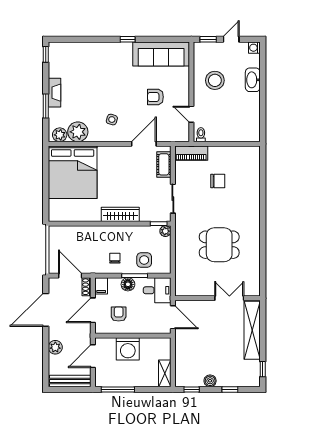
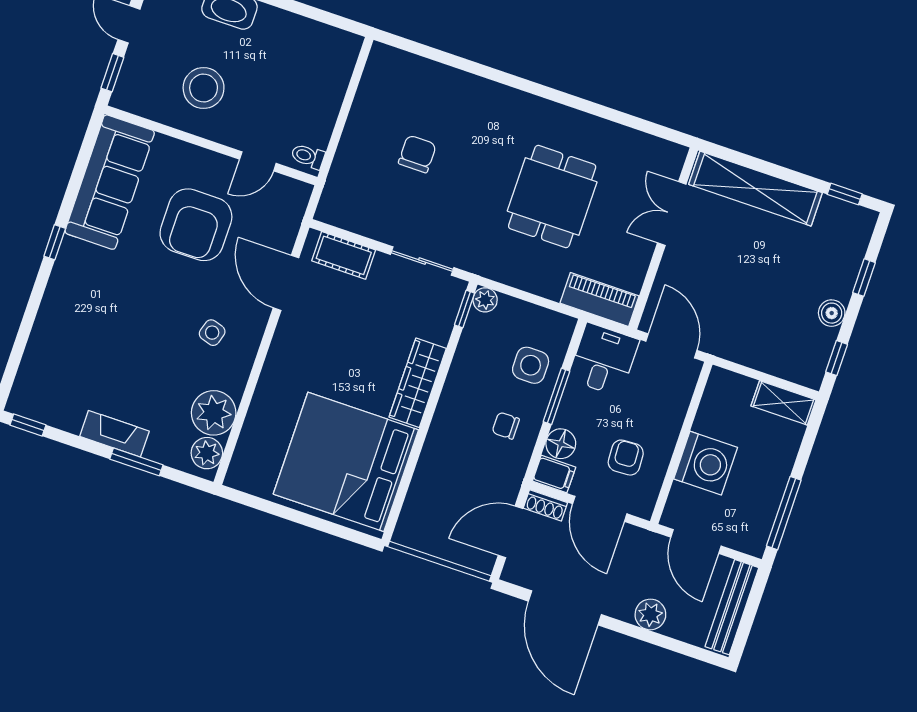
armchair: (155, 97) -> (196, 225), width x1.88, depth x1.88
piano: (191, 153) -> (600, 300), moved, turned -90
bed: (73, 172) -> (346, 462), moved, turned 180
floor lamp: (128, 284) -> (561, 444), moved
armchair: (119, 314) -> (626, 458), turned 87
door: (173, 317) -> (671, 346), hinge flipped

